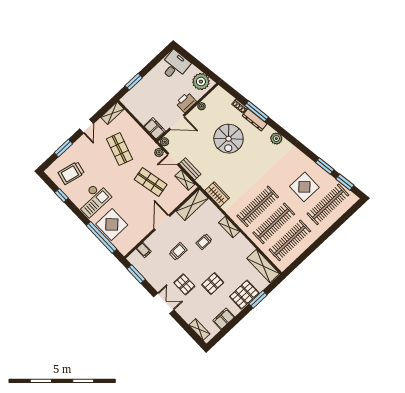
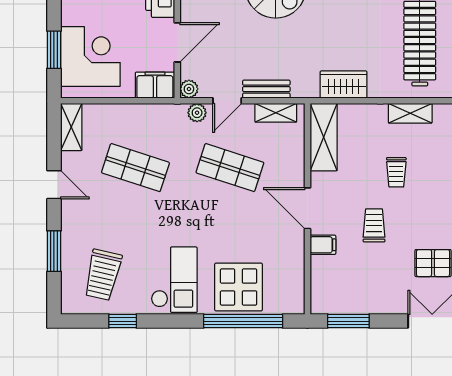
corner desk: (143, 97) -> (90, 57), added
shop shelf: (151, 182) -> (230, 168), turned 30
filing cabinet: (144, 250) -> (323, 245), moved

